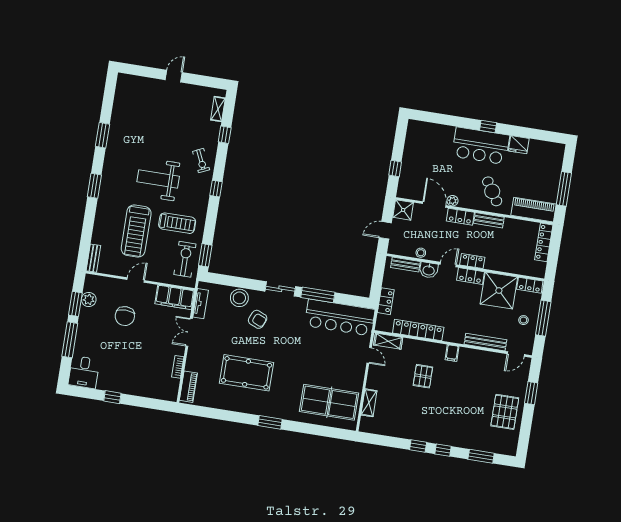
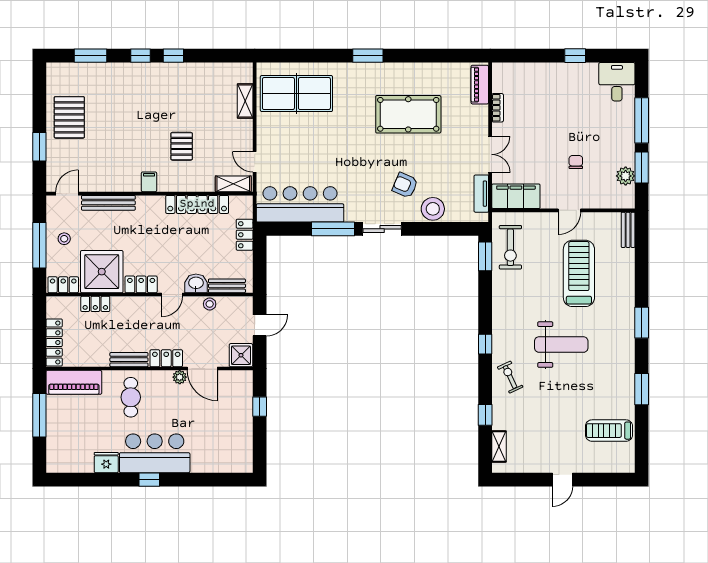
cafe table: (492, 191) -> (131, 397), turned 33
treadmill: (177, 223) -> (609, 431), moved
locker: (472, 261) -> (95, 304), moved
chair: (125, 316) -> (576, 162), width x0.54, depth x0.54

